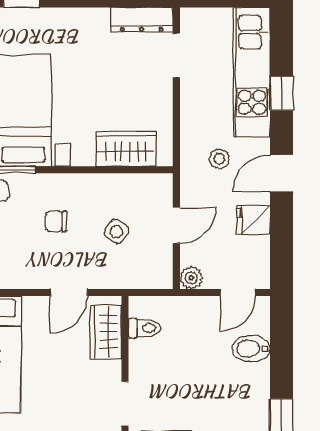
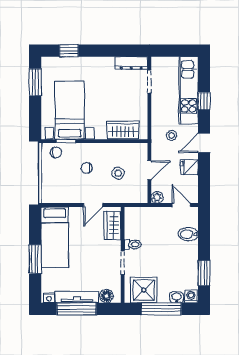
door: (238, 293) -> (181, 205), swing flipped
toilet: (145, 328) -> (133, 245), moved

